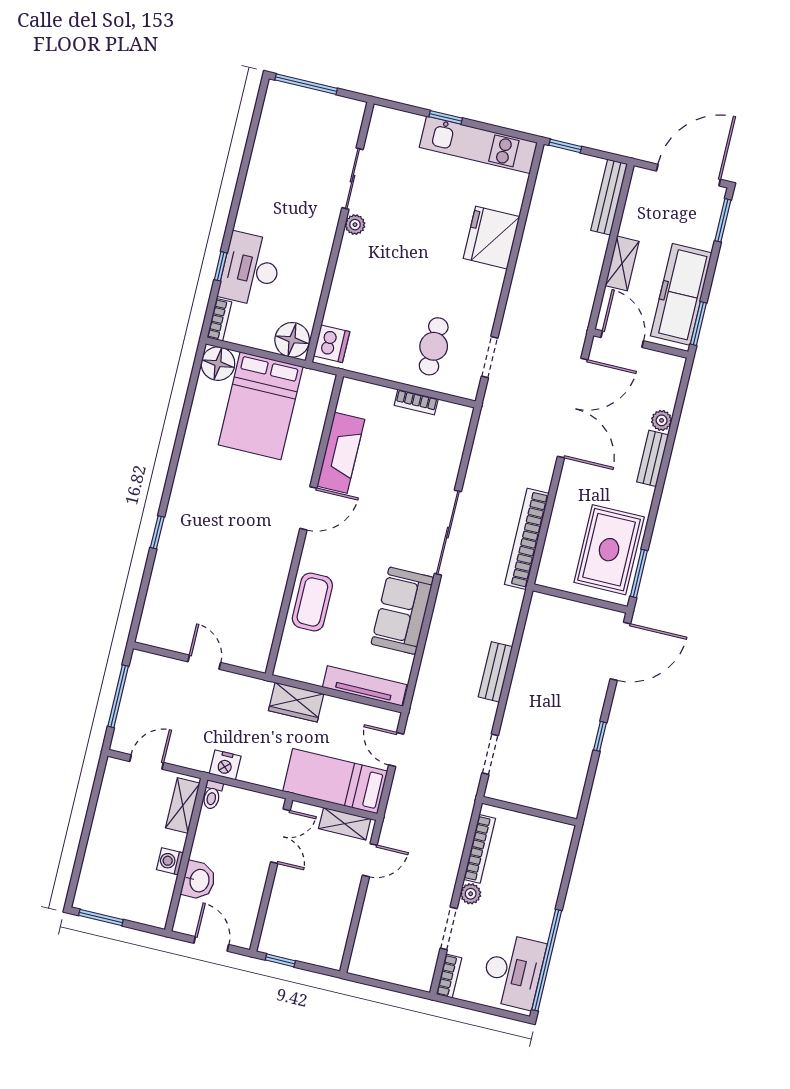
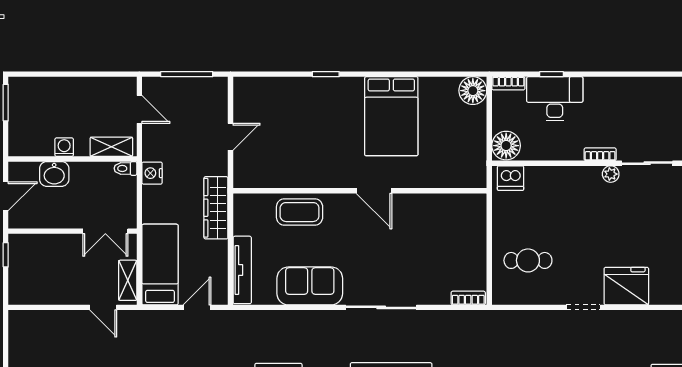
bookcase: (329, 231) -> (600, 154), added
doorway: (490, 357) -> (583, 307), moved
bookcase: (416, 402) -> (468, 298), moved, turned 90
bed: (261, 406) -> (391, 116), moved, turned -90
fireplace: (341, 453) -> (425, 206), removed
wardrobe: (296, 702) -> (216, 208), width x1.50

